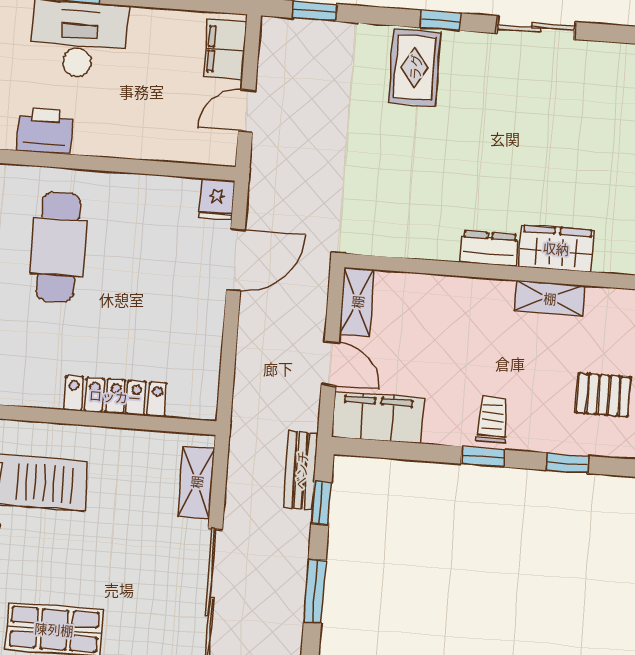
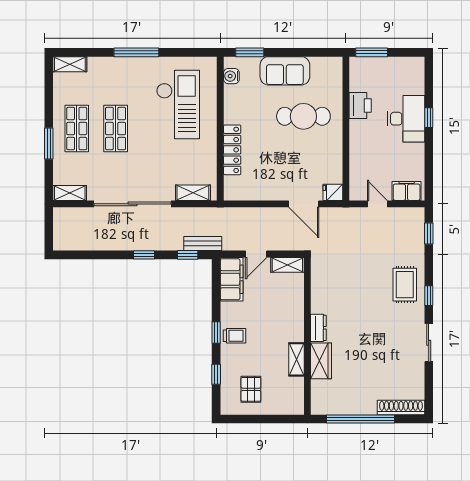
rug: (415, 67) -> (405, 285), turned 90
window: (315, 591) -> (144, 255), width x0.67

